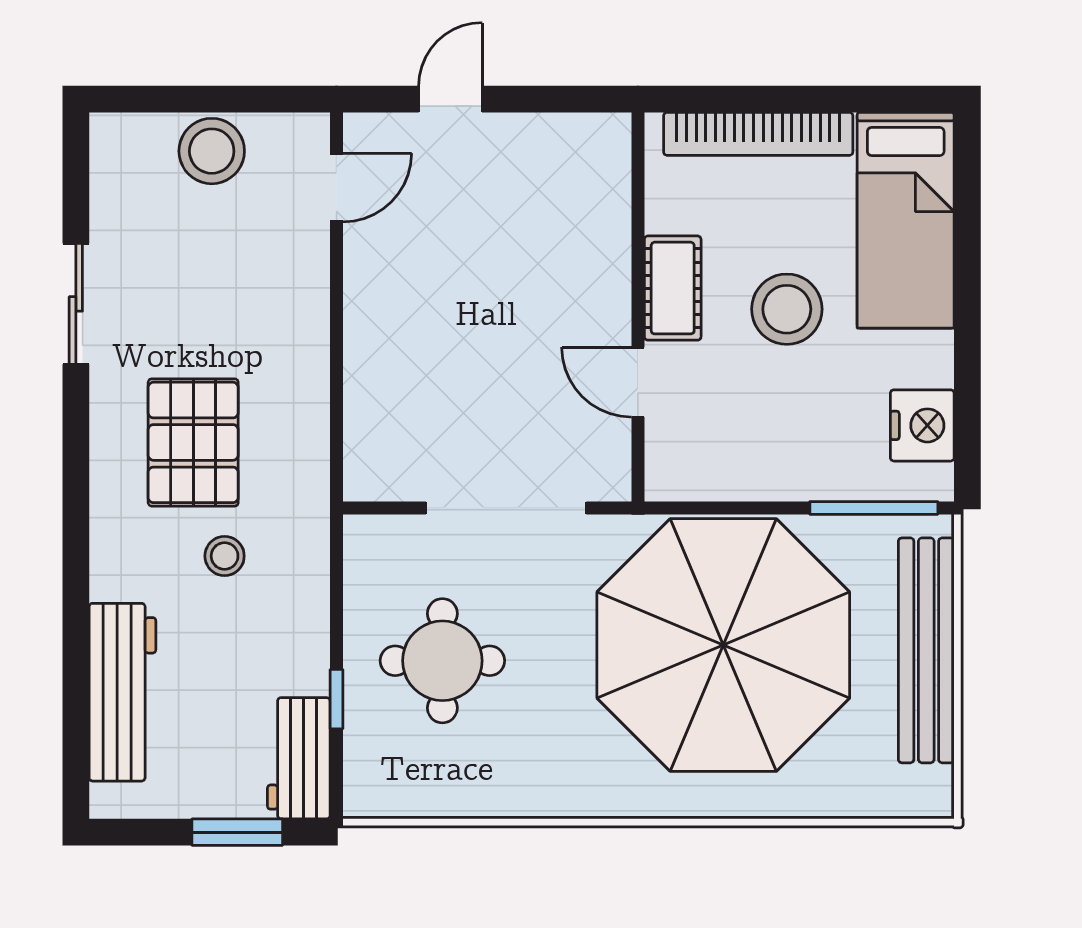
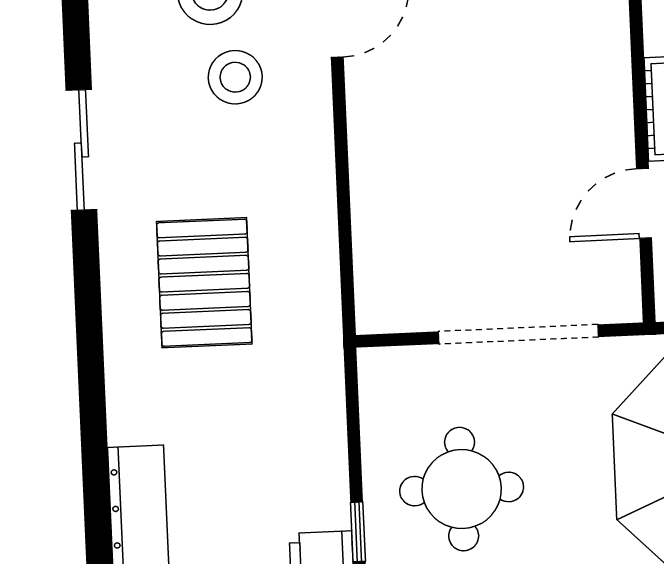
door: (638, 382) -> (644, 203), hinge flipped
stool: (225, 556) -> (235, 77), moved, width x1.37, depth x1.37

